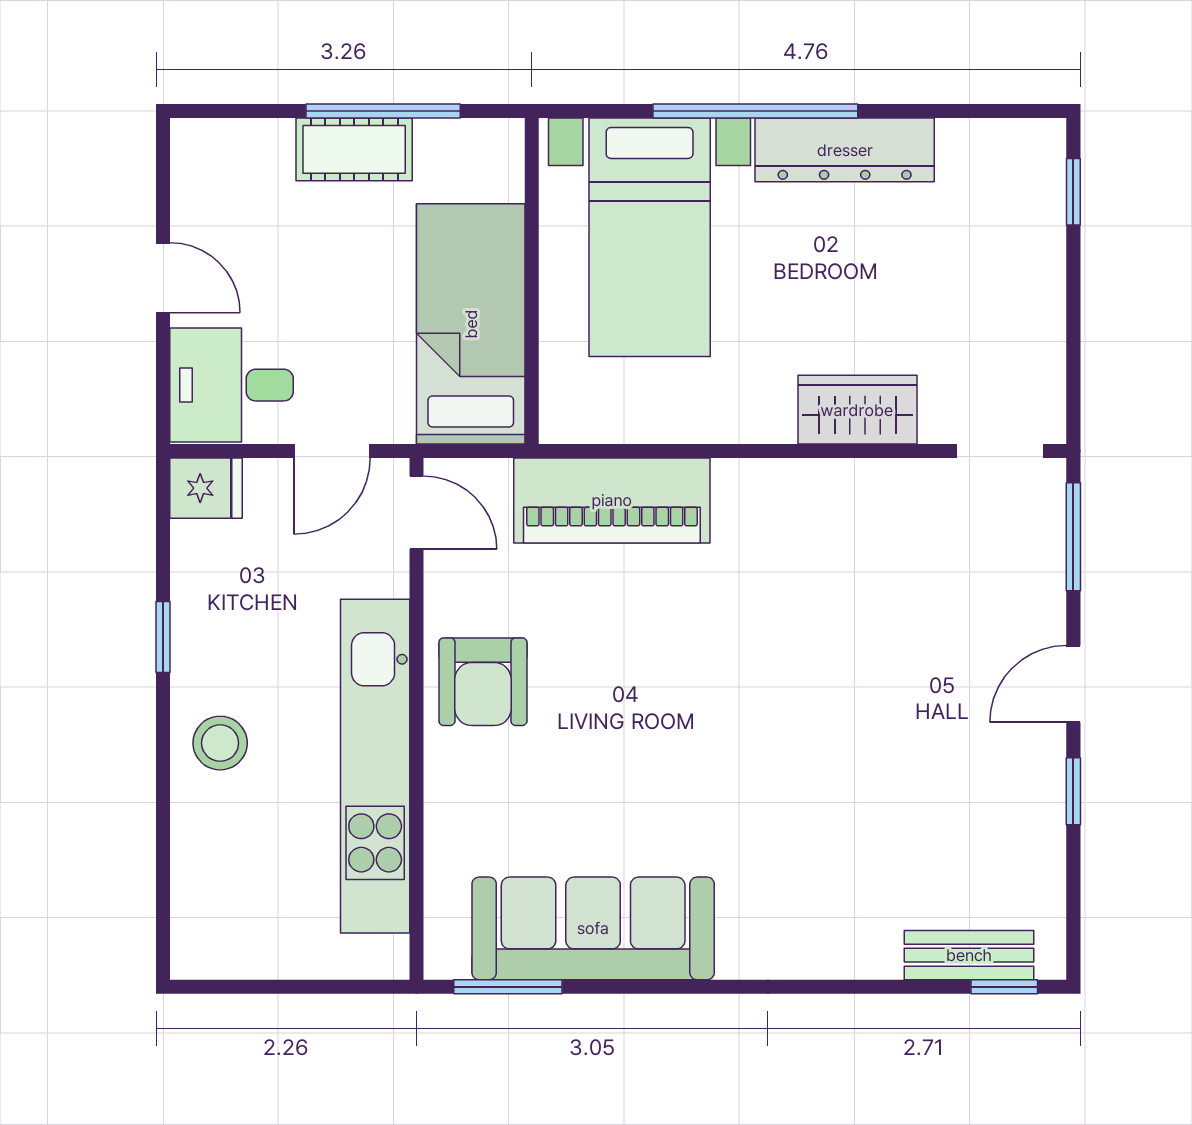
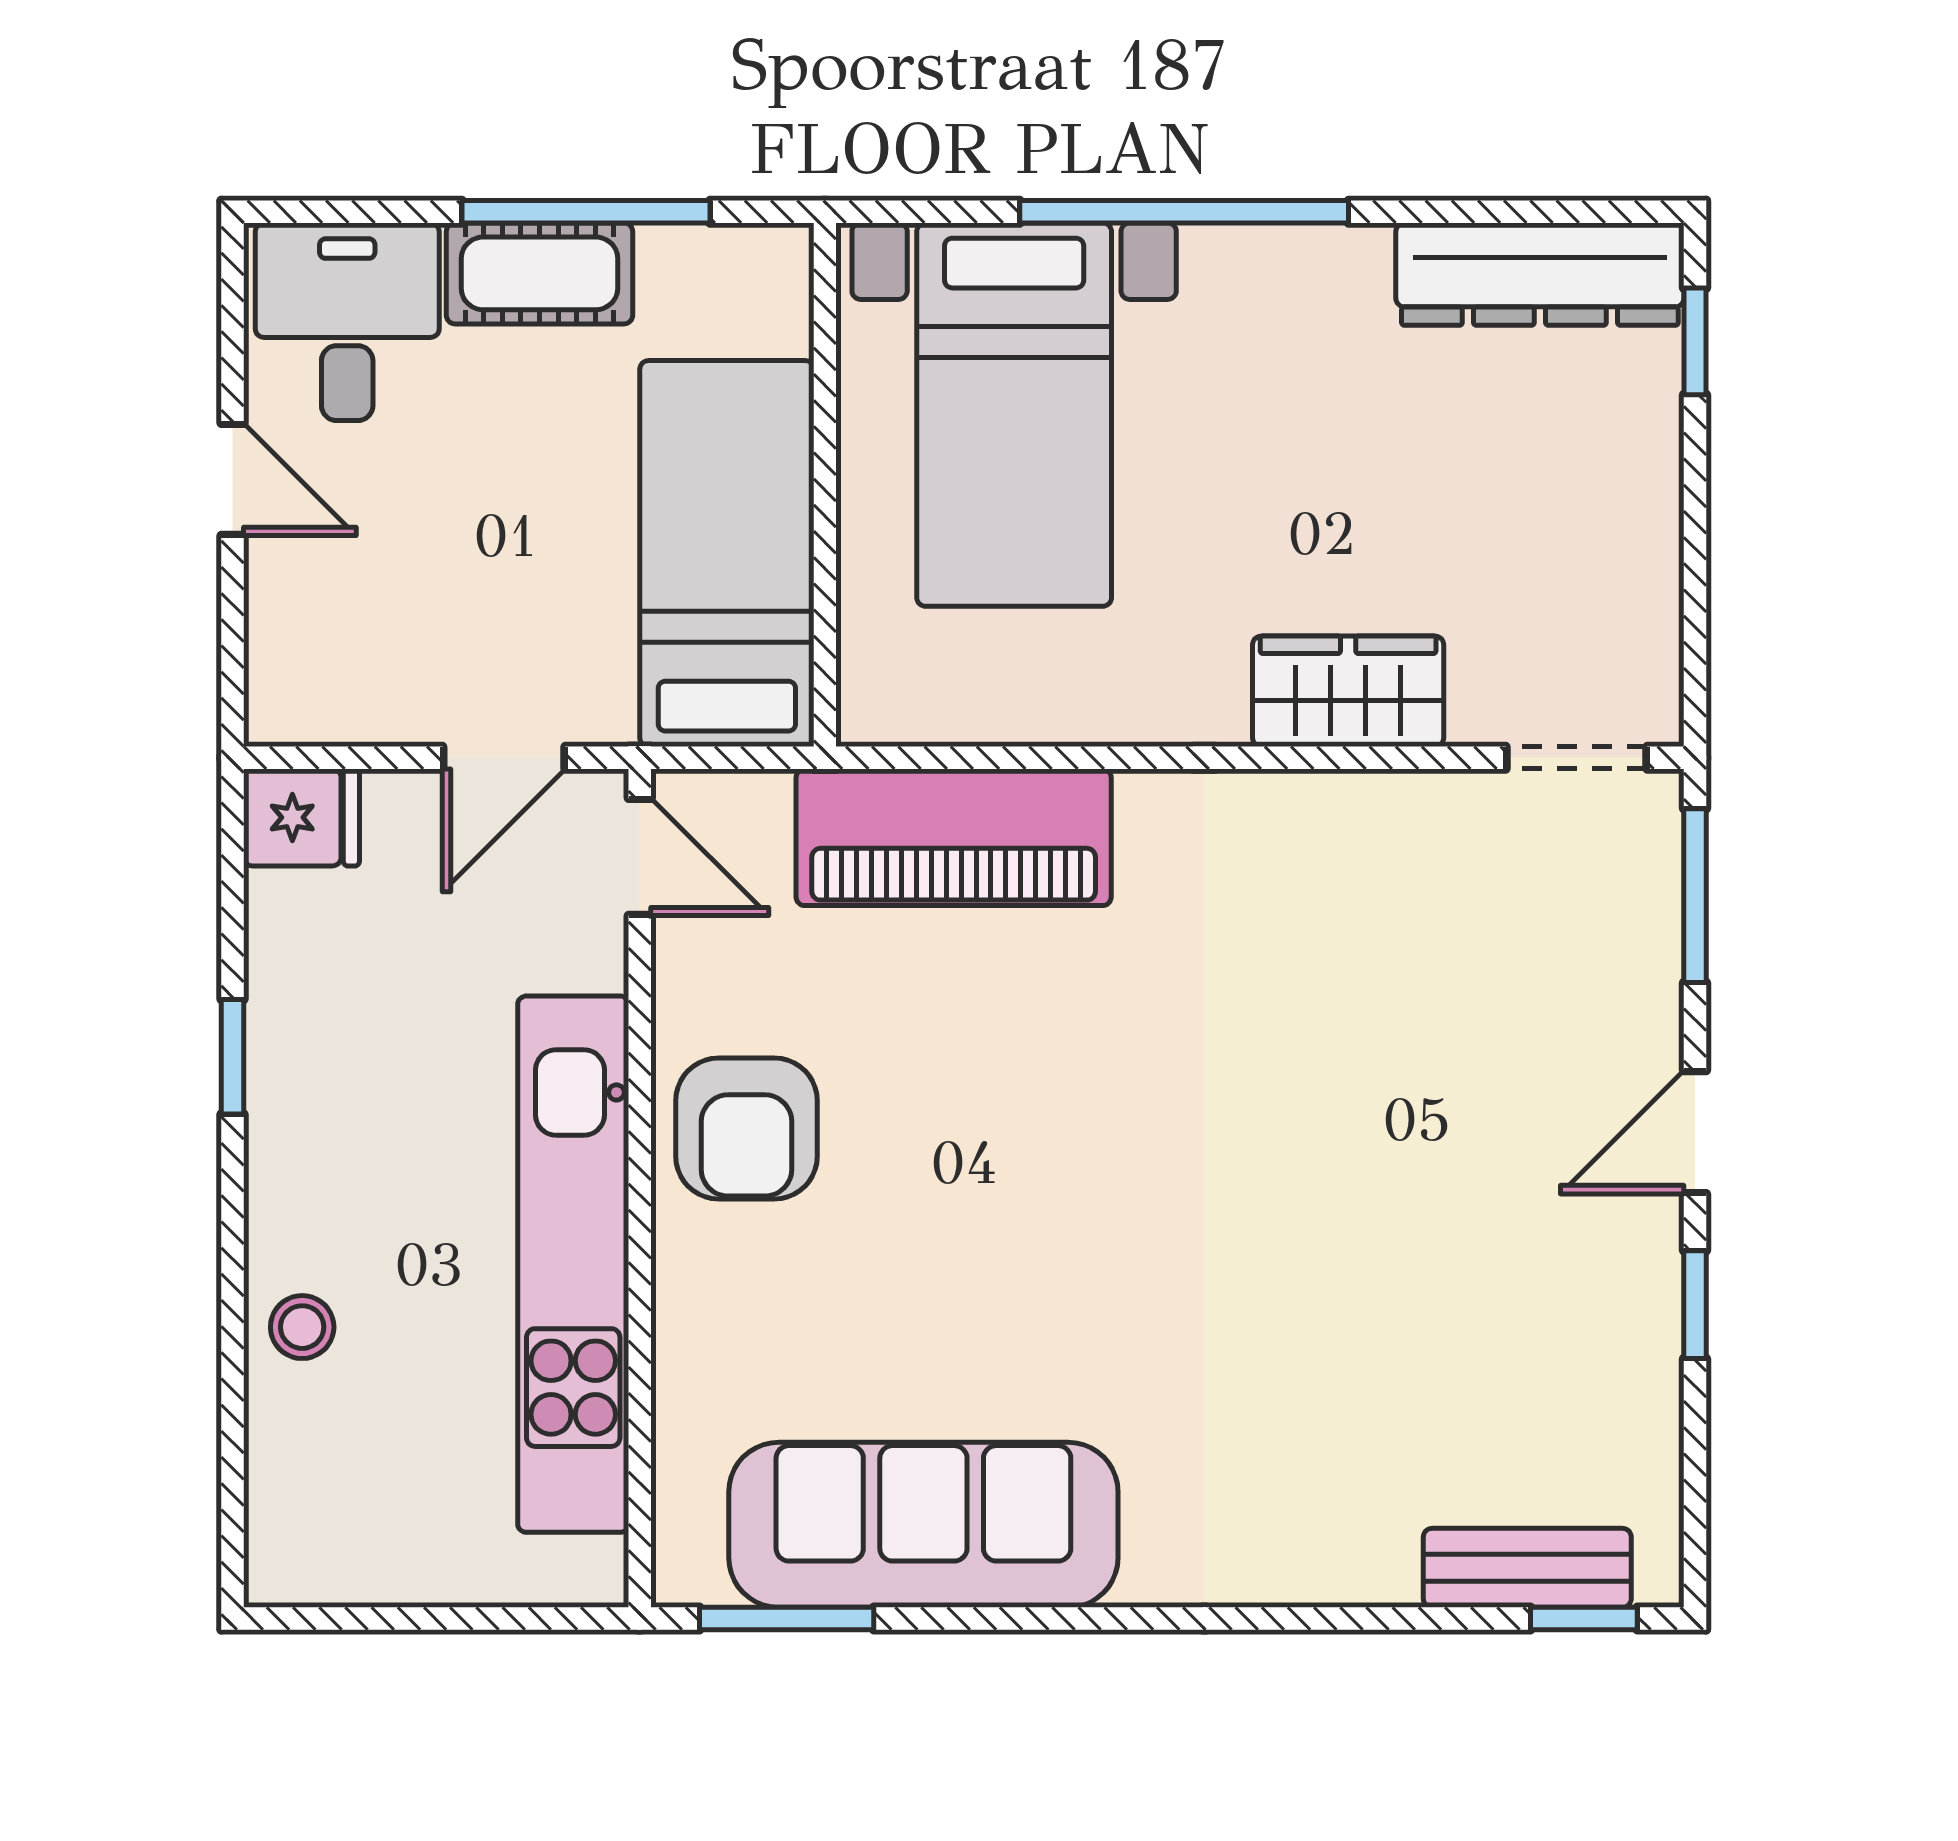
dresser: (845, 150) -> (1540, 274), moved
desk: (232, 385) -> (347, 322), moved, turned 90
stool: (220, 743) -> (302, 1327), moved, width x0.73, depth x0.73

